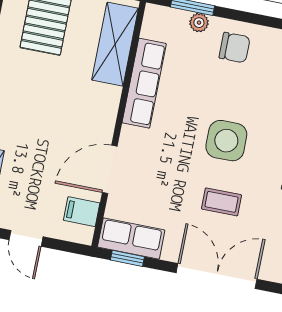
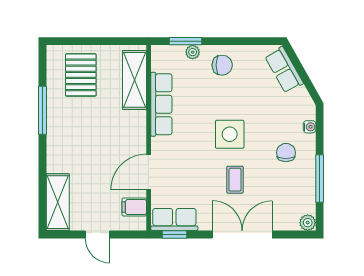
coffee table: (221, 202) -> (235, 180), turned 90

